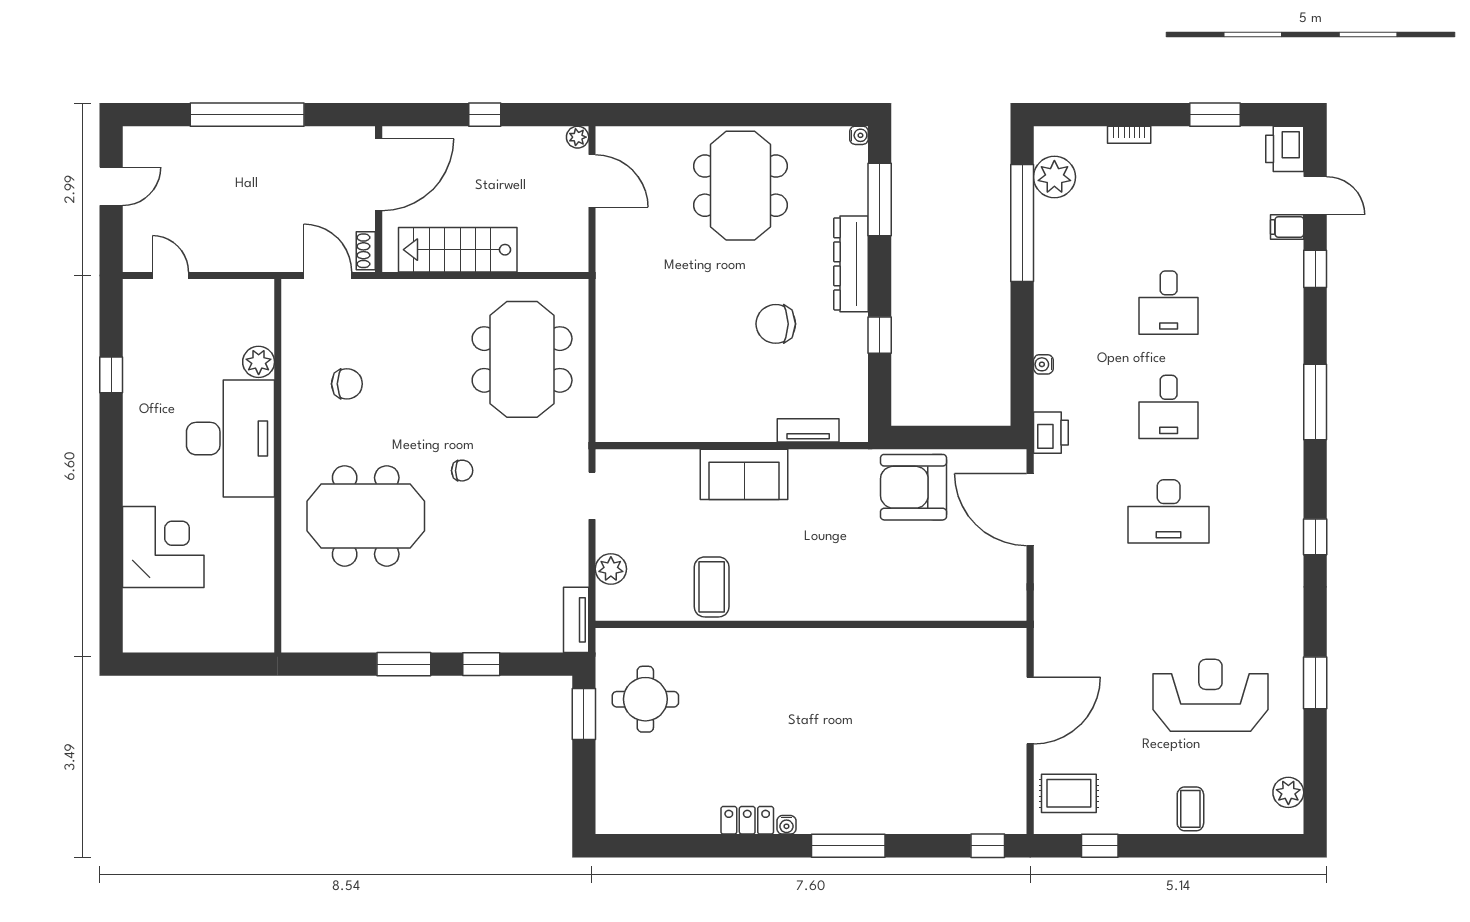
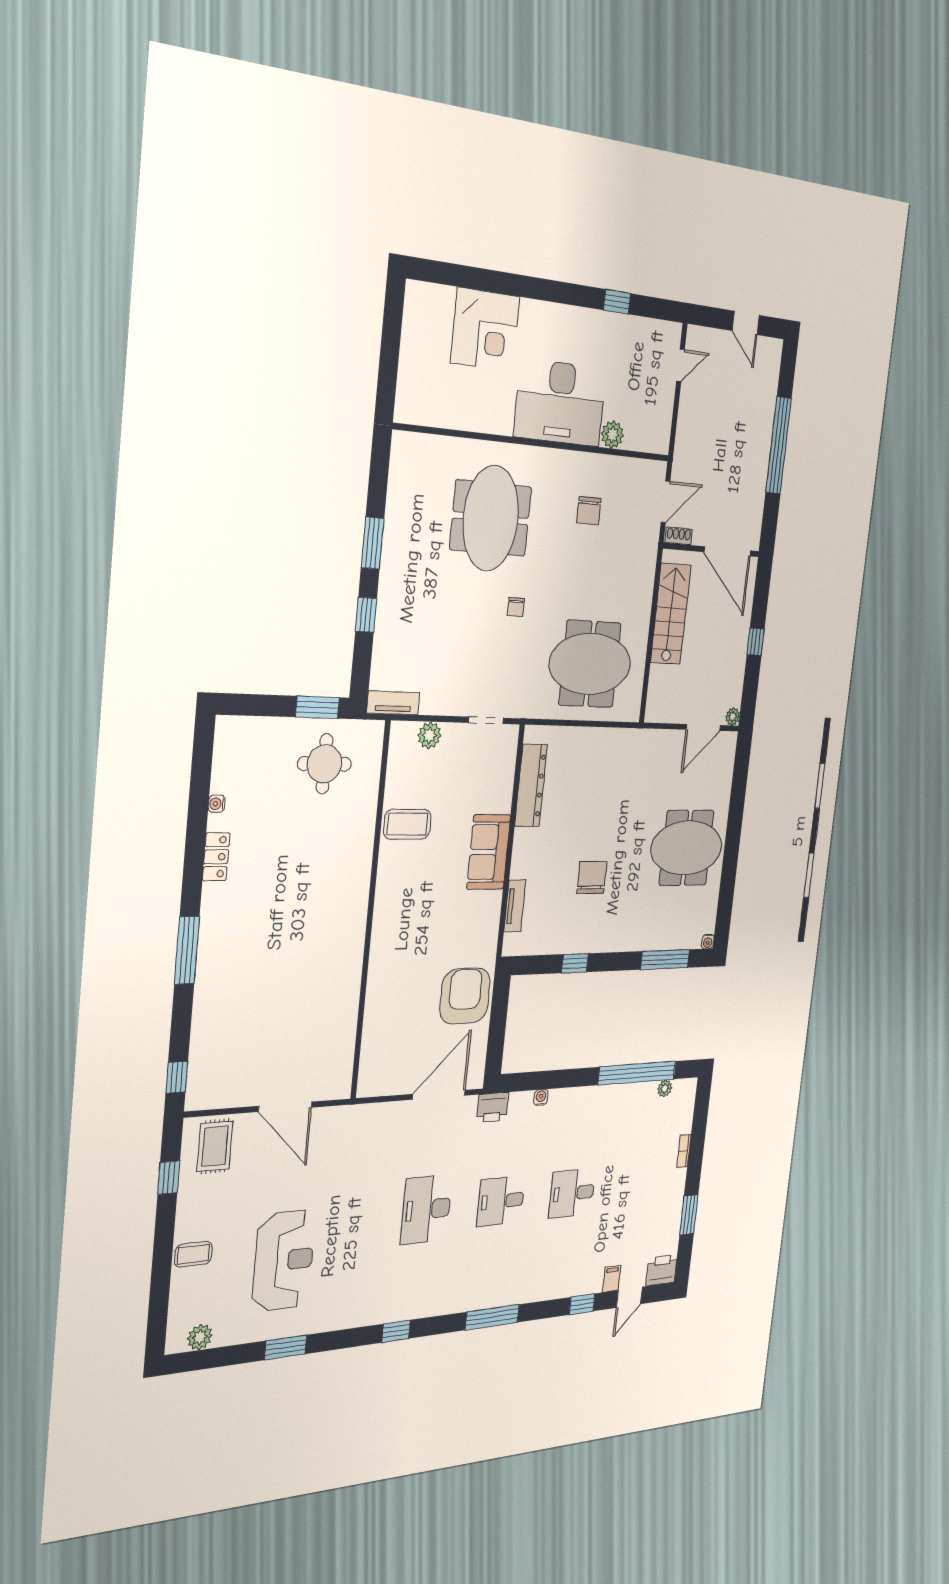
plant: (1054, 177) -> (665, 1088), width x0.53, depth x0.53
dresser: (851, 264) -> (531, 785), moved, turned 90
water cooler: (786, 825) -> (217, 804), moved

